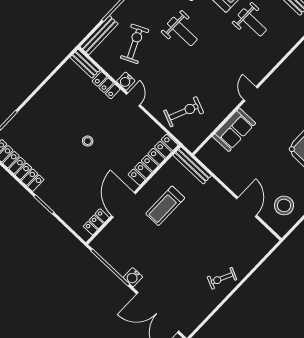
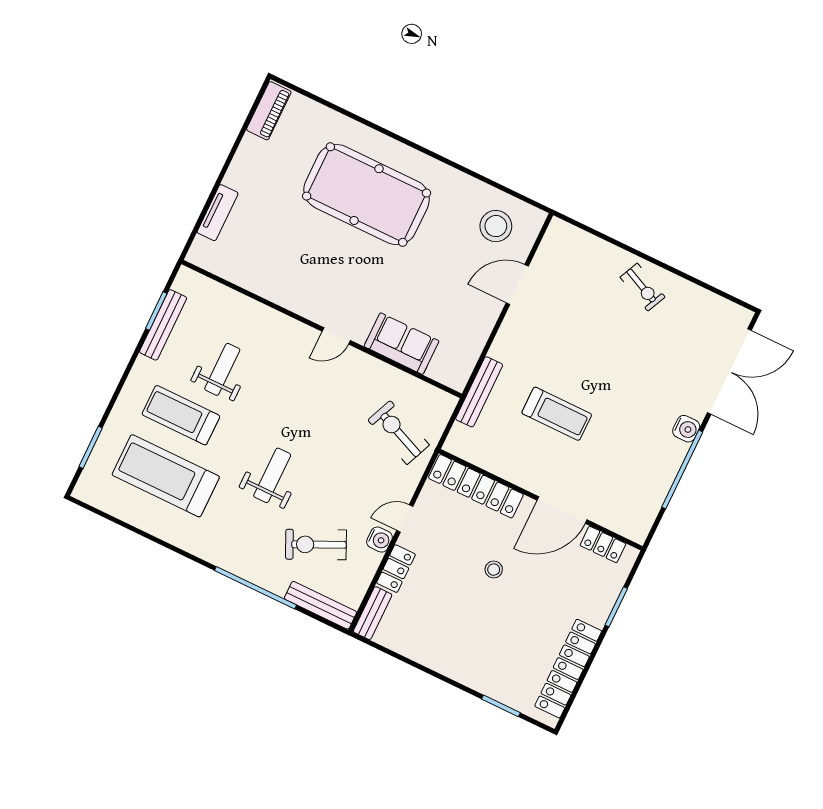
locker: (153, 160) -> (476, 486), moved
wall: (133, 194) -> (541, 500), moved
door: (124, 205) -> (562, 510), moved
locker: (96, 222) -> (603, 545), moved

